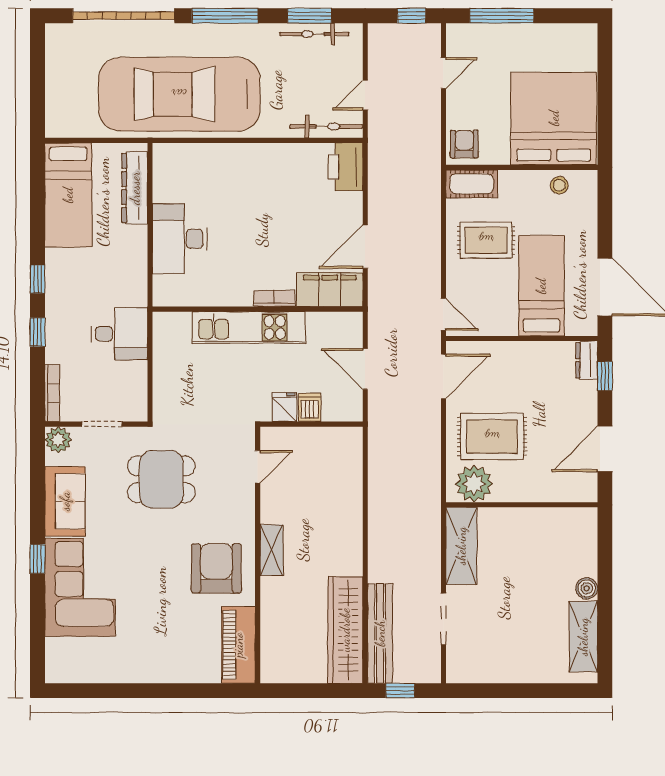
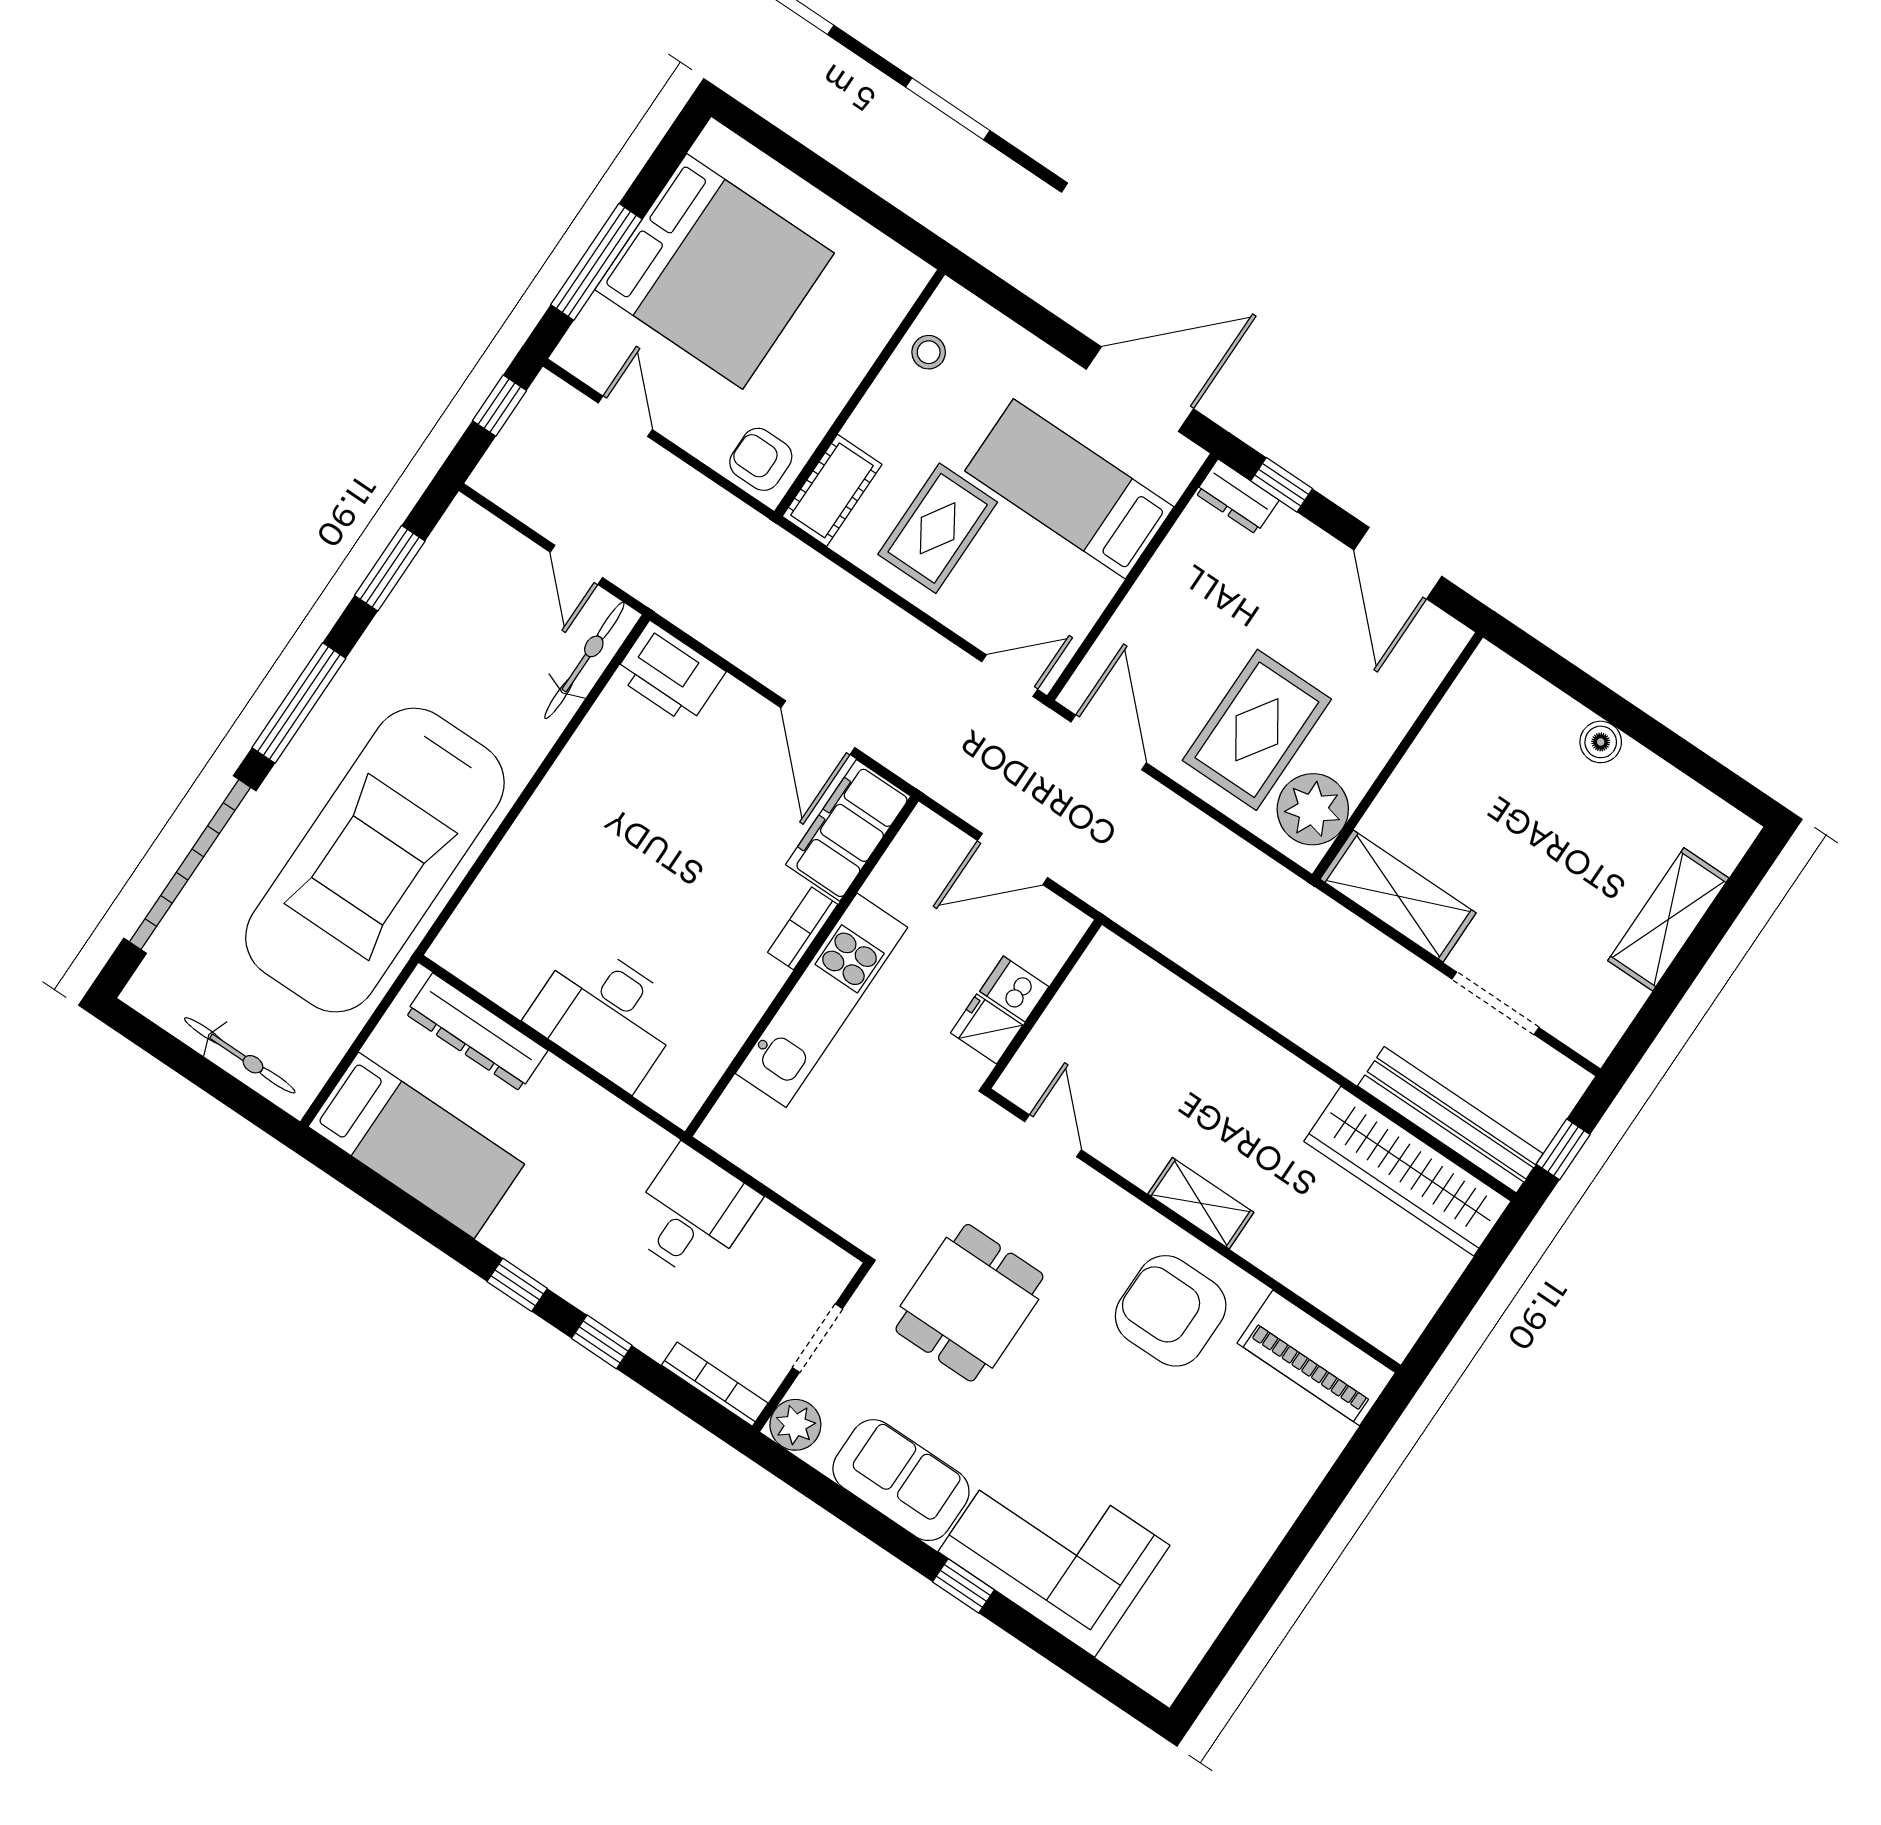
bicycle: (314, 34) -> (240, 1055), moved, turned -90
bed: (554, 118) -> (715, 271), moved, turned 180
shelving: (583, 637) -> (1668, 919), moved, turned 90

